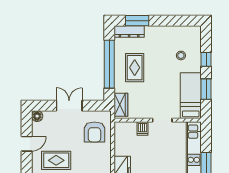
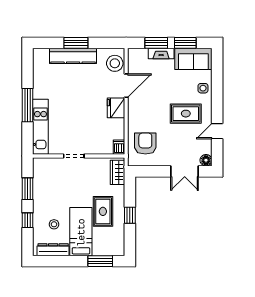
dresser: (129, 31) -> (53, 250), moved
window: (109, 64) -> (130, 215), width x0.32
bed: (191, 96) -> (81, 232), moved, turned 180
double door: (69, 106) -> (185, 171), moved
dishwasher: (142, 129) -> (119, 147), moved

